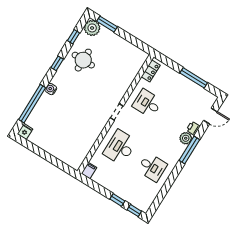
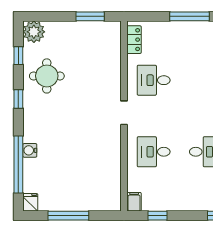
window: (107, 24) -> (90, 16), moved
water cooler: (51, 89) -> (30, 150), moved
desk: (120, 147) -> (154, 152), width x0.73
window: (43, 154) -> (68, 216), added
window: (117, 200) -> (157, 216), moved

